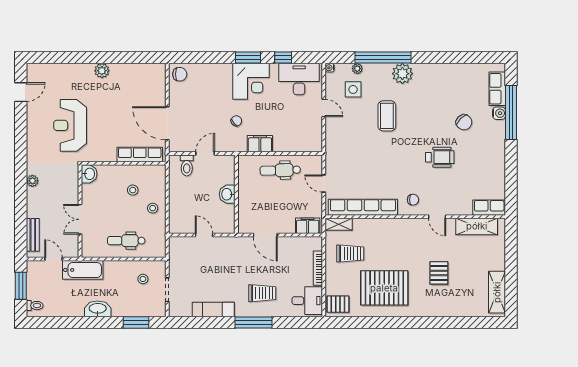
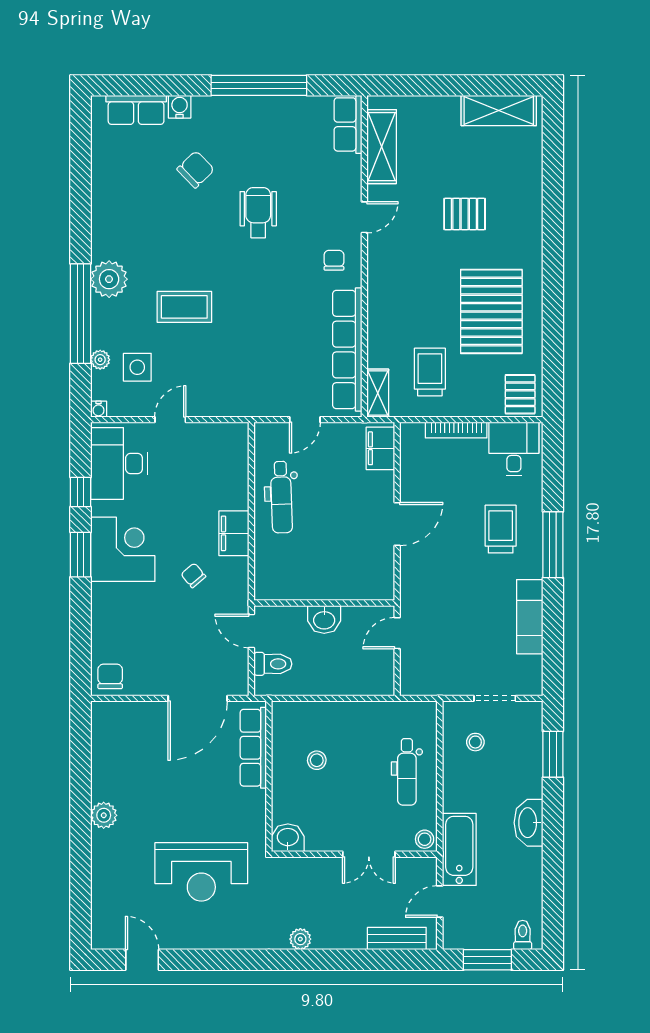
window: (511, 113) -> (259, 85), moved
washbasin: (227, 194) -> (324, 619), moved
wall: (236, 194) -> (324, 603), moved
stool: (153, 208) -> (425, 839), moved

